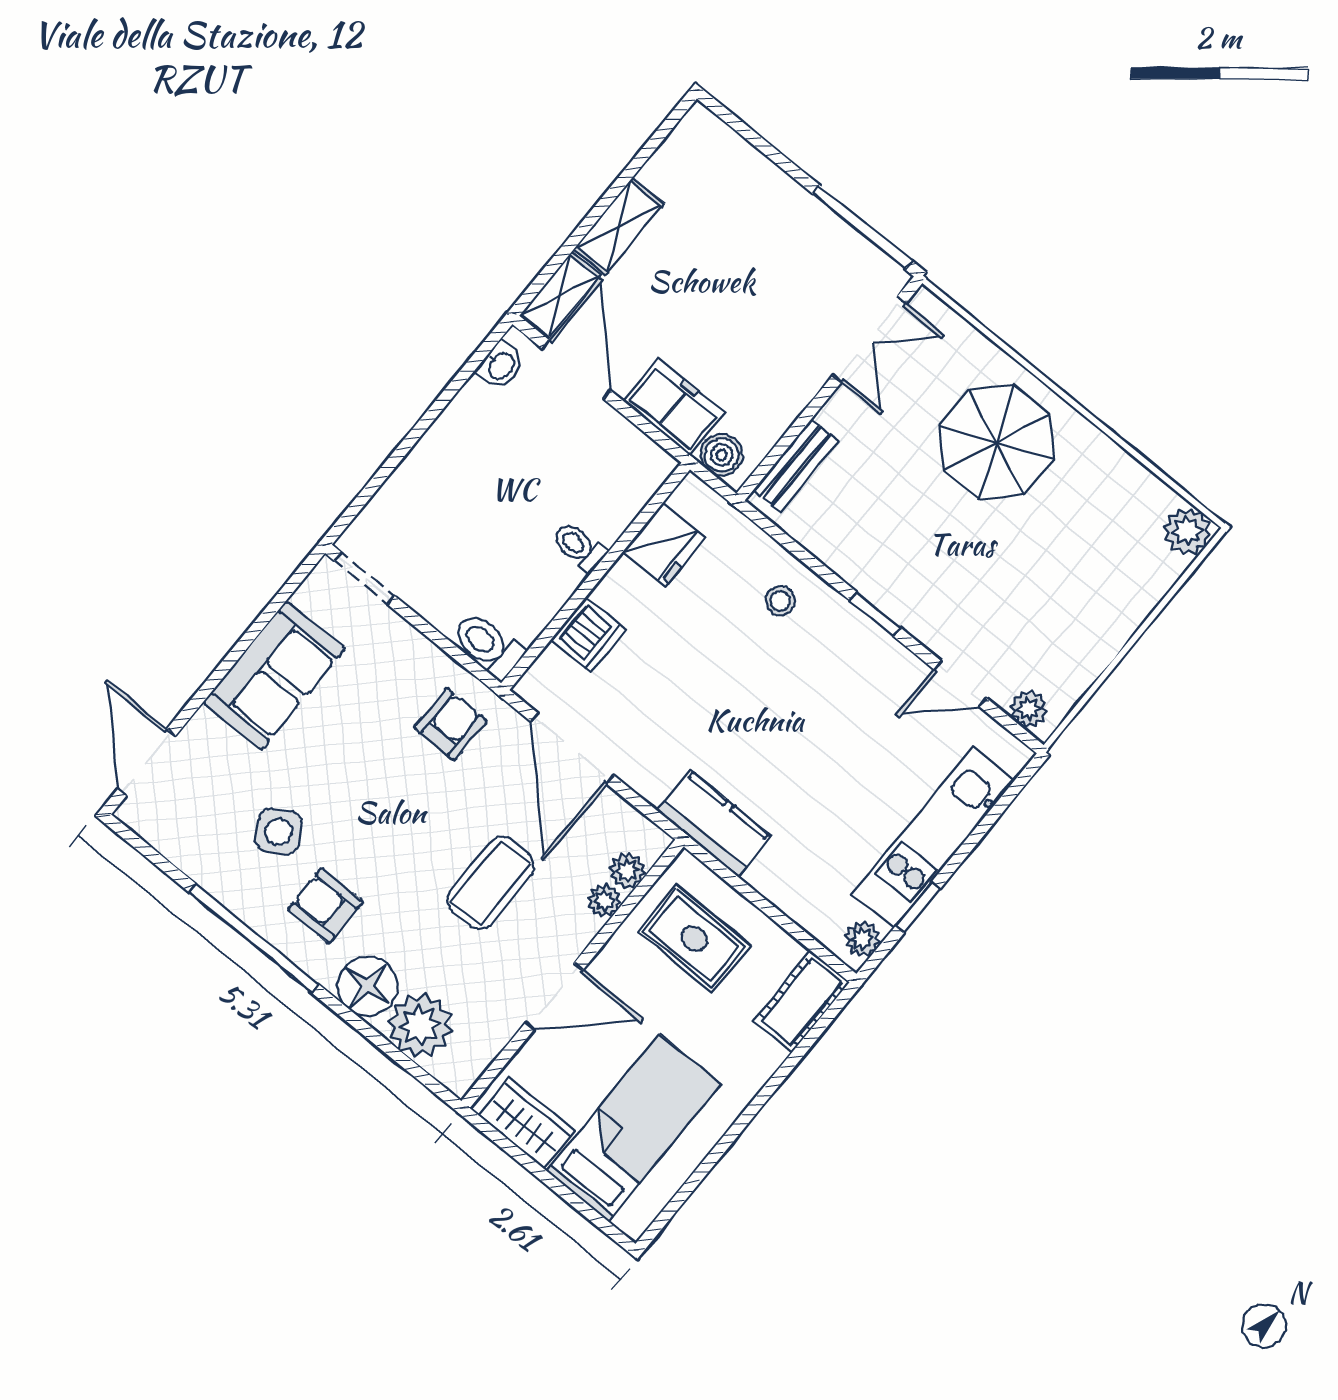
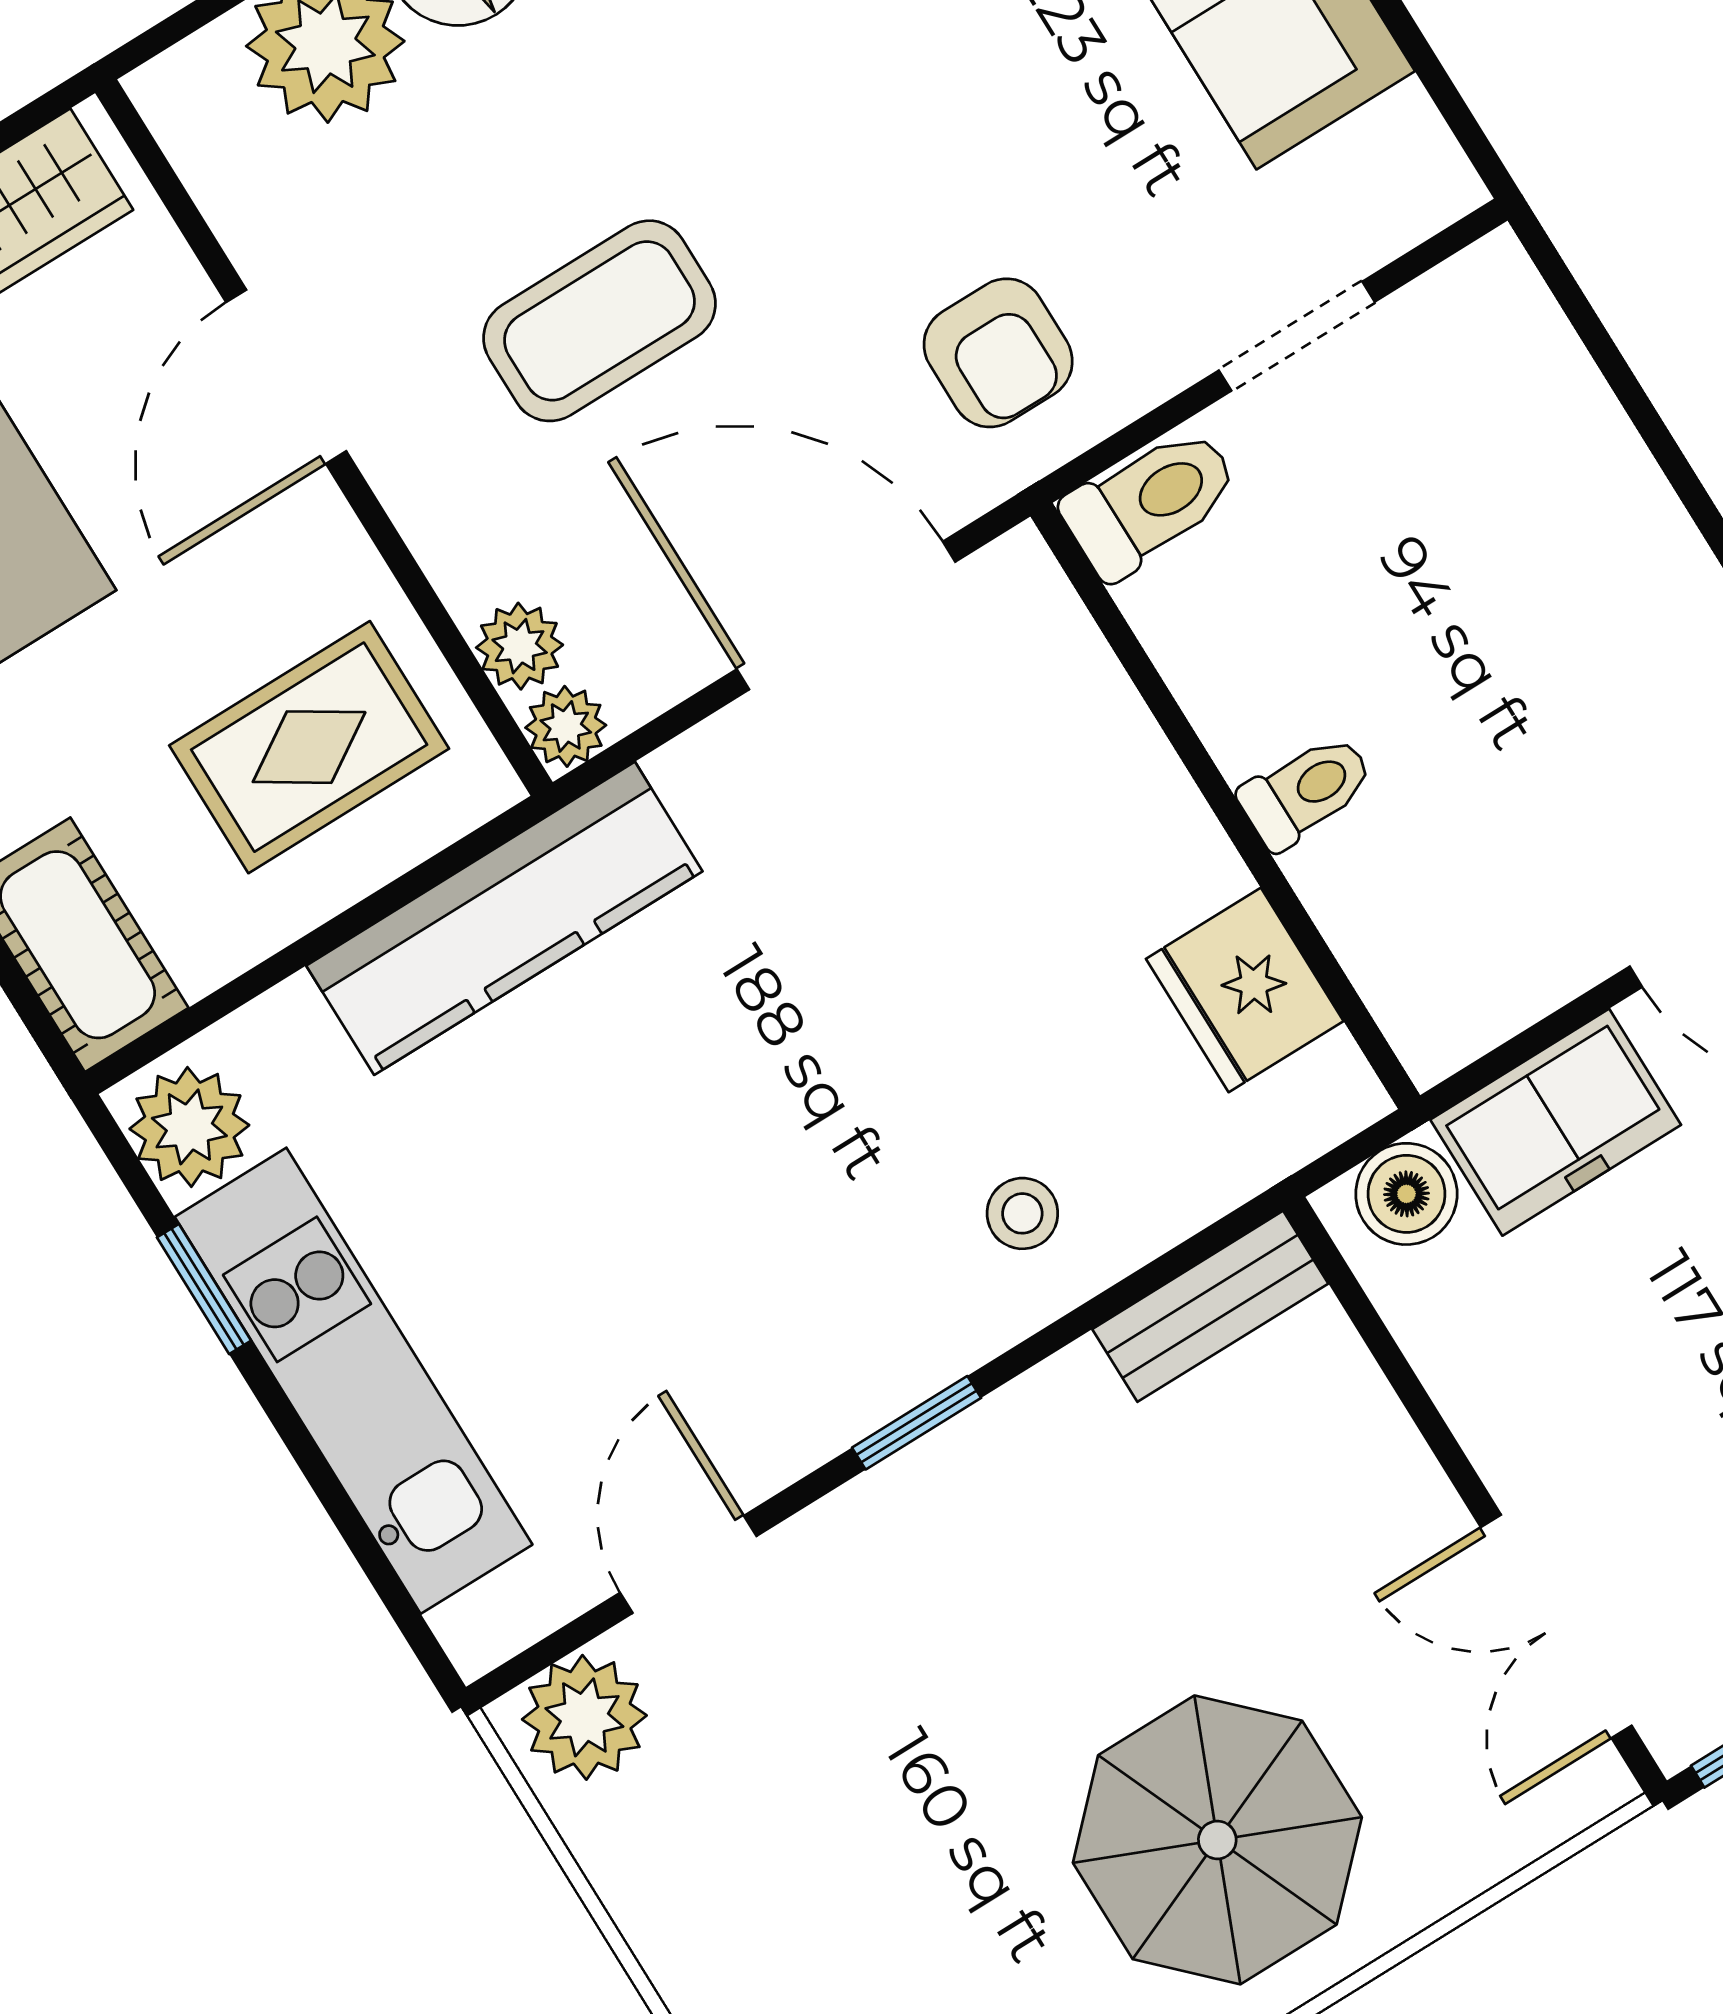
bench: (796, 465) -> (1210, 1306), moved, turned 90
doorway: (365, 578) -> (1297, 336), moved
dishwasher: (588, 635) -> (1096, 742), removed
plant: (1029, 709) -> (584, 1717), width x1.38, depth x1.38
kitchen counter: (714, 824) -> (504, 918), width x1.50
coffee table: (491, 883) -> (600, 321), turned 90
plant: (604, 901) -> (566, 726), moved
plant: (862, 939) -> (189, 1127), width x1.38, depth x1.38

